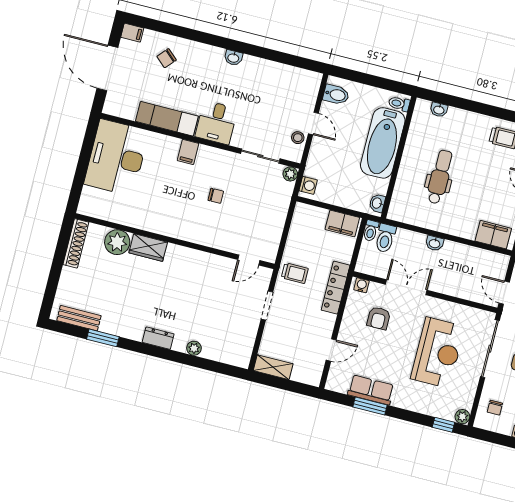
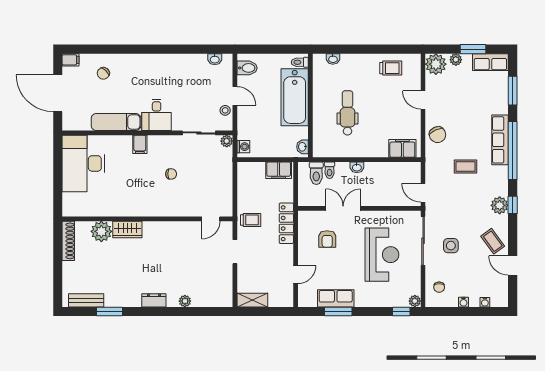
washbasin: (233, 58) -> (215, 59), moved
toilet: (371, 231) -> (330, 170), moved
water cooler: (362, 285) -> (307, 216), removed

